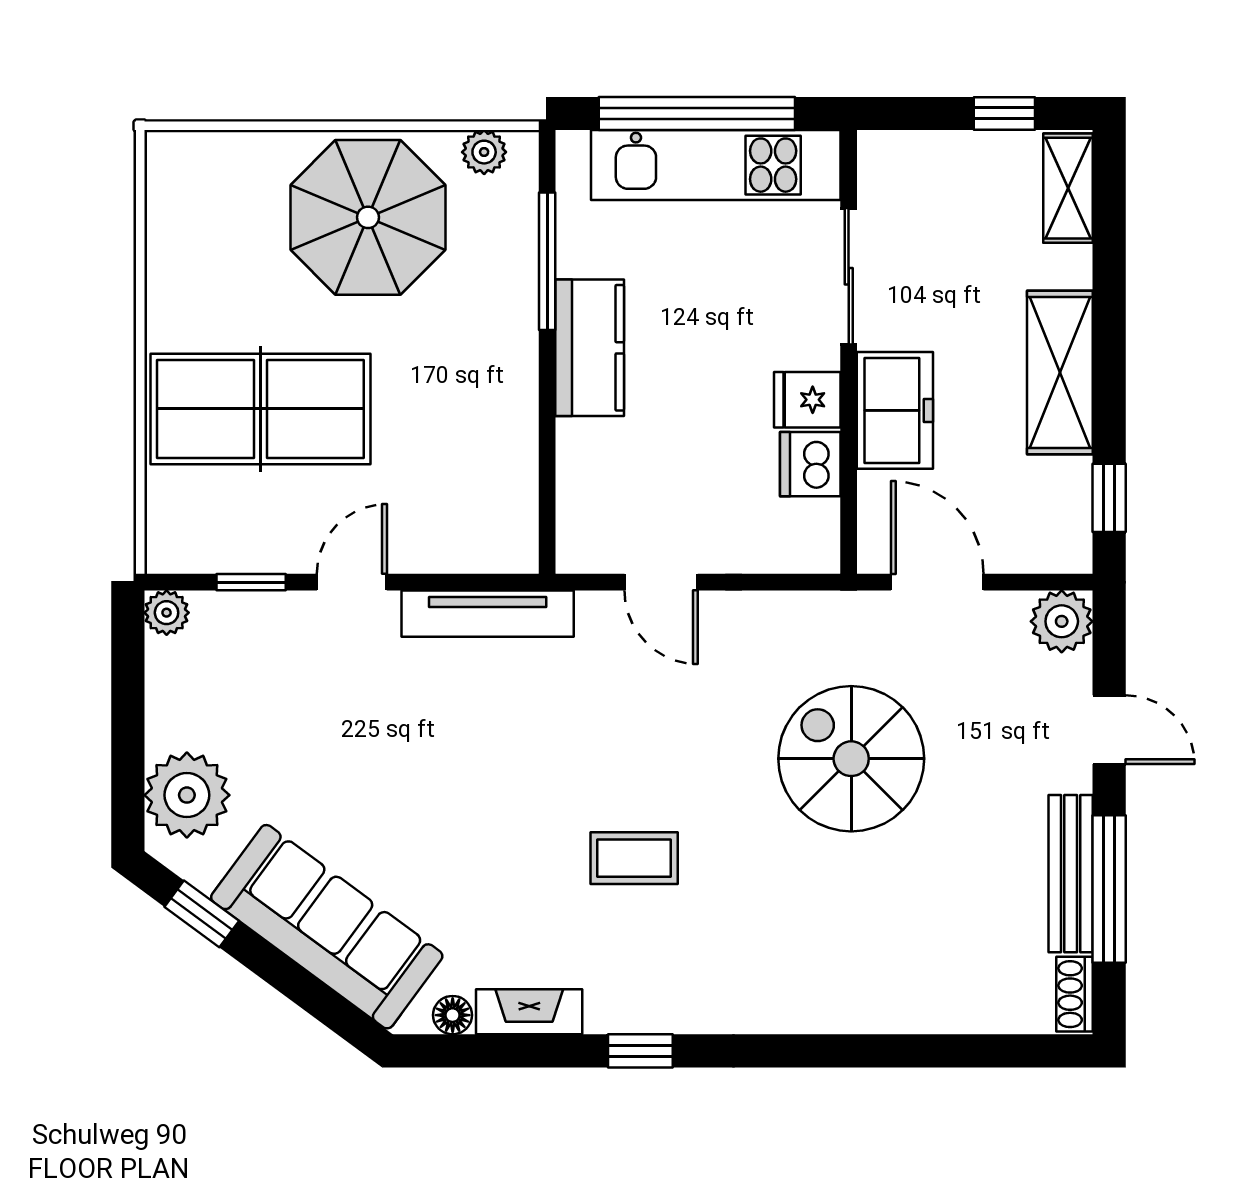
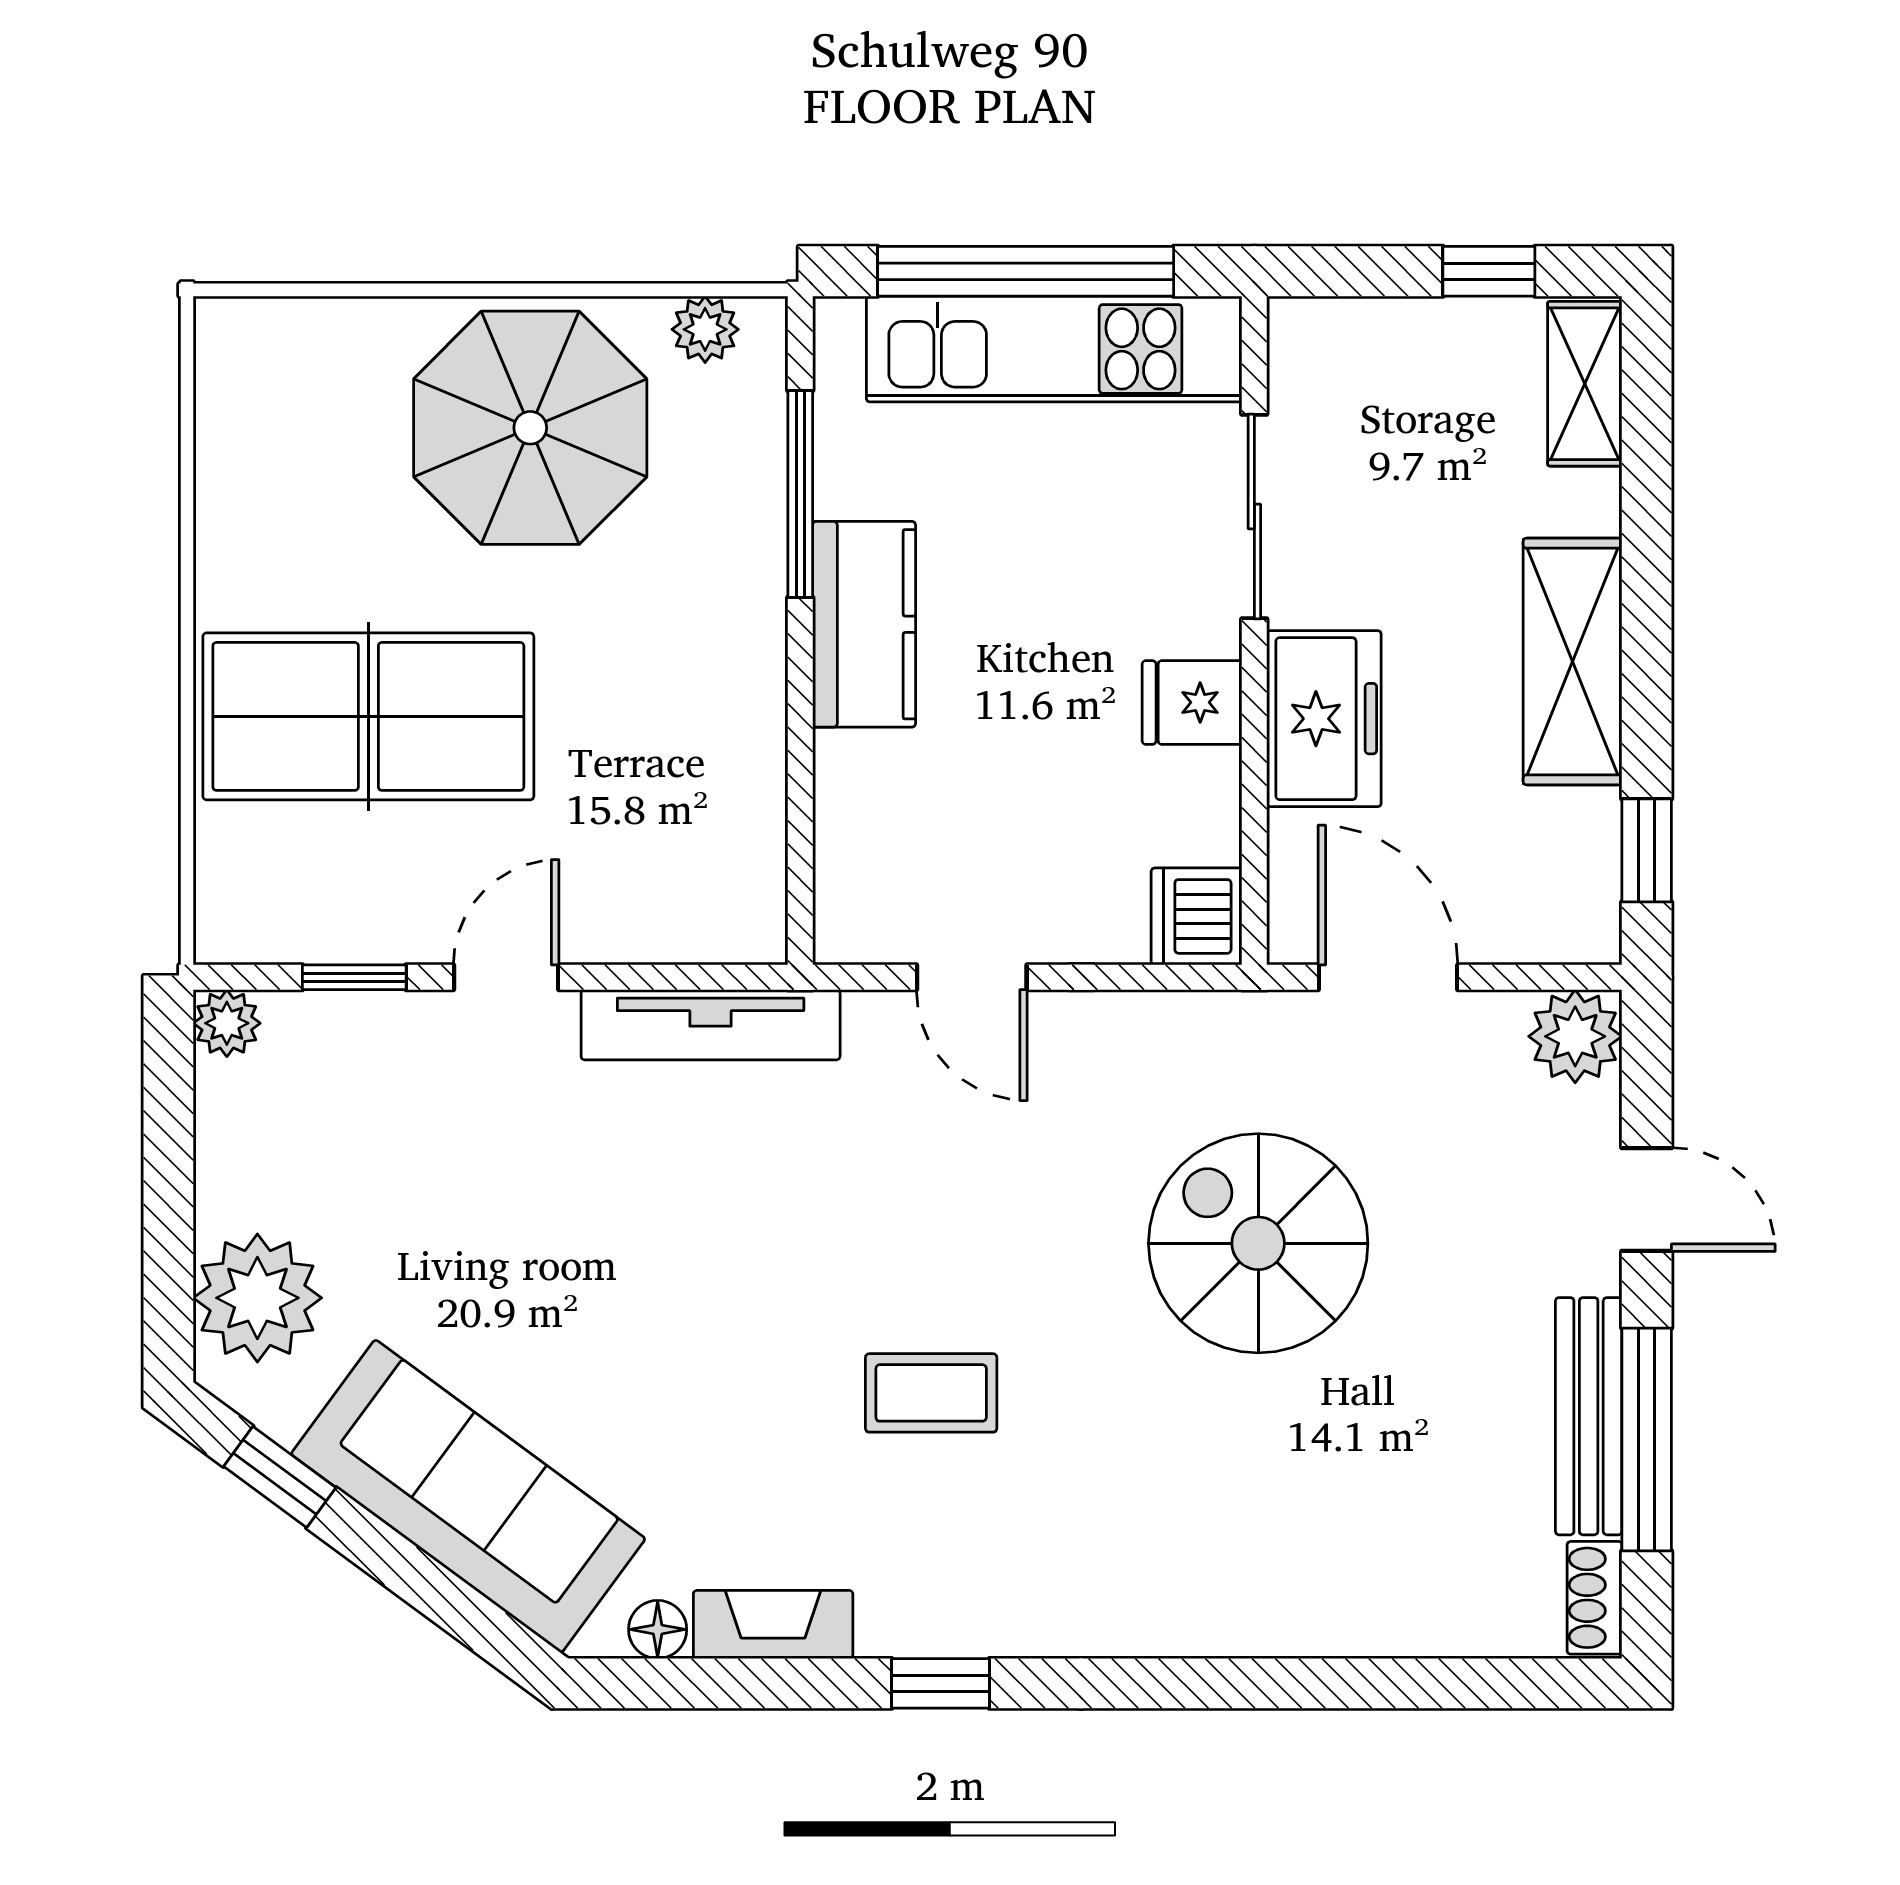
dishwasher: (810, 464) -> (1197, 916), moved

